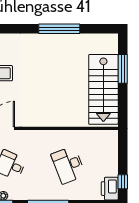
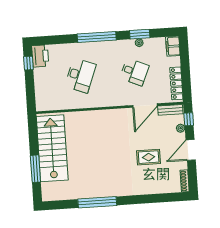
desk: (68, 165) -> (80, 75), turned 42

